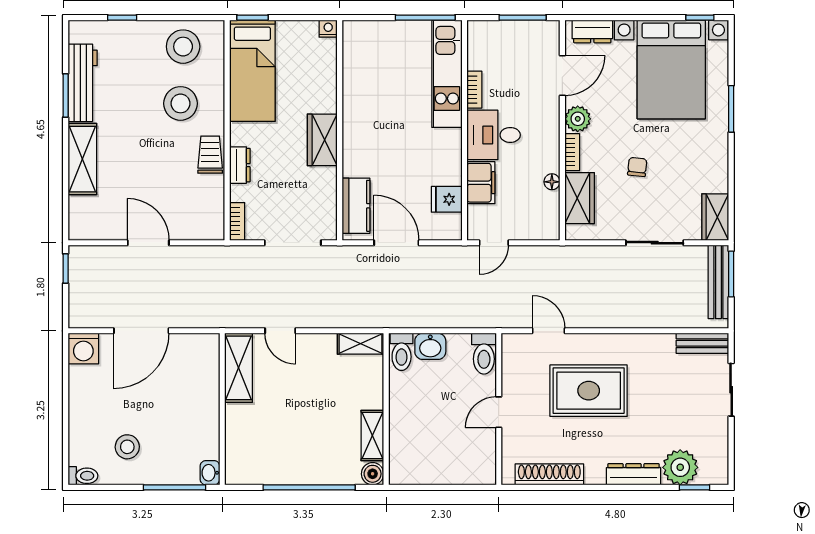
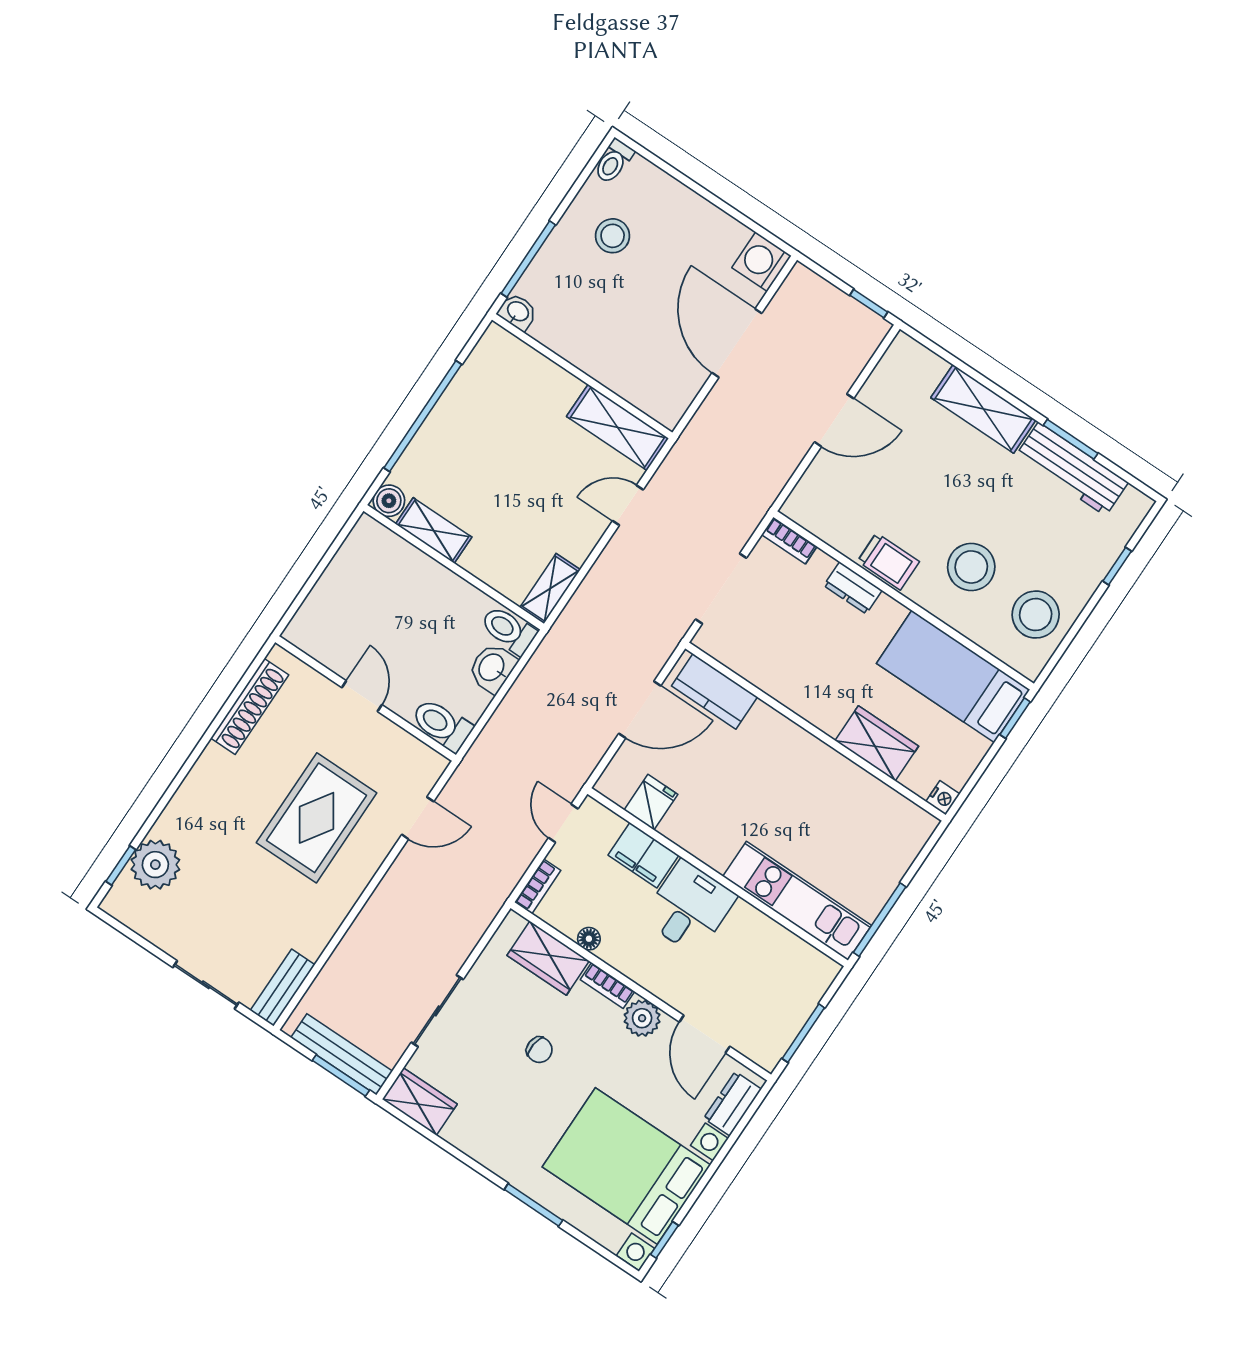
bookcase: (474, 90) -> (538, 886), moved, turned -90
wardrobe: (322, 140) -> (877, 743), moved
dresser: (634, 474) -> (184, 805), removed

